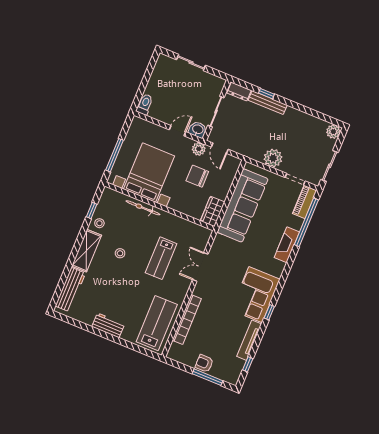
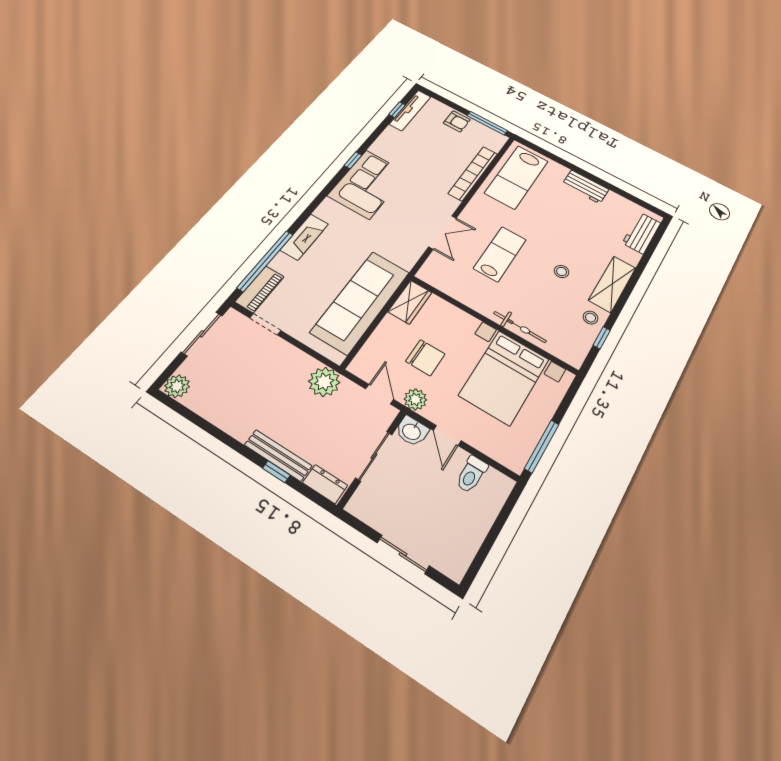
toilet: (145, 104) -> (472, 474), moved
door: (177, 131) -> (447, 435), hinge flipped
window: (114, 155) -> (542, 446), moved
plant: (273, 158) -> (324, 382), moved
workbench: (70, 290) -> (642, 233), width x0.73
tv unit: (249, 340) -> (410, 110), moved
window: (207, 377) -> (487, 123), moved

